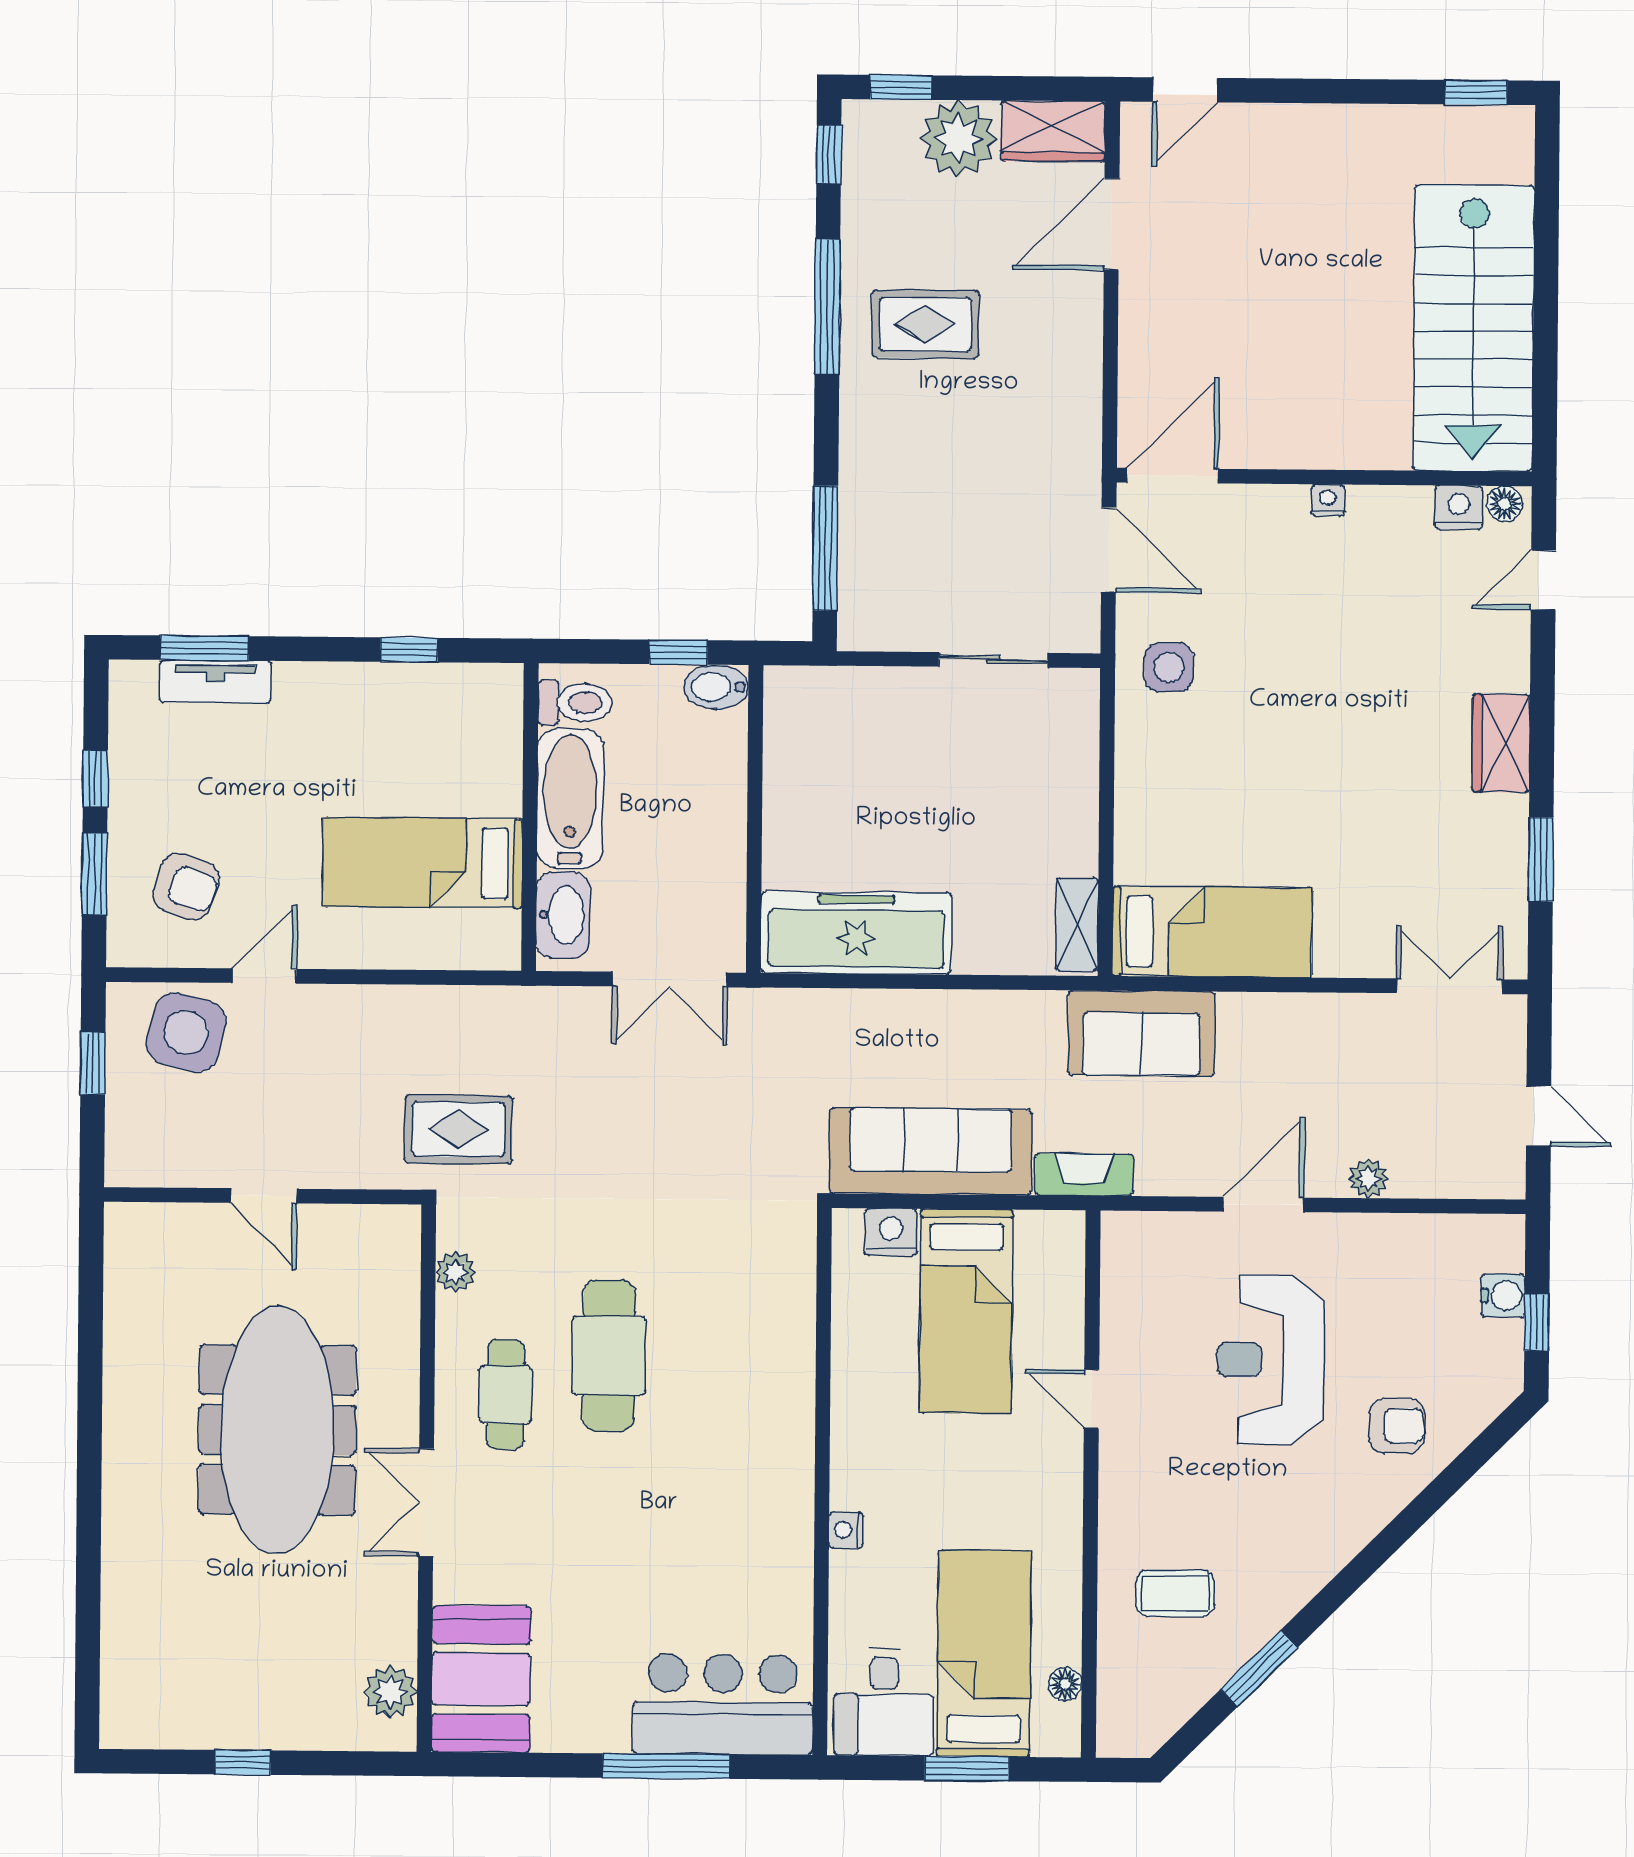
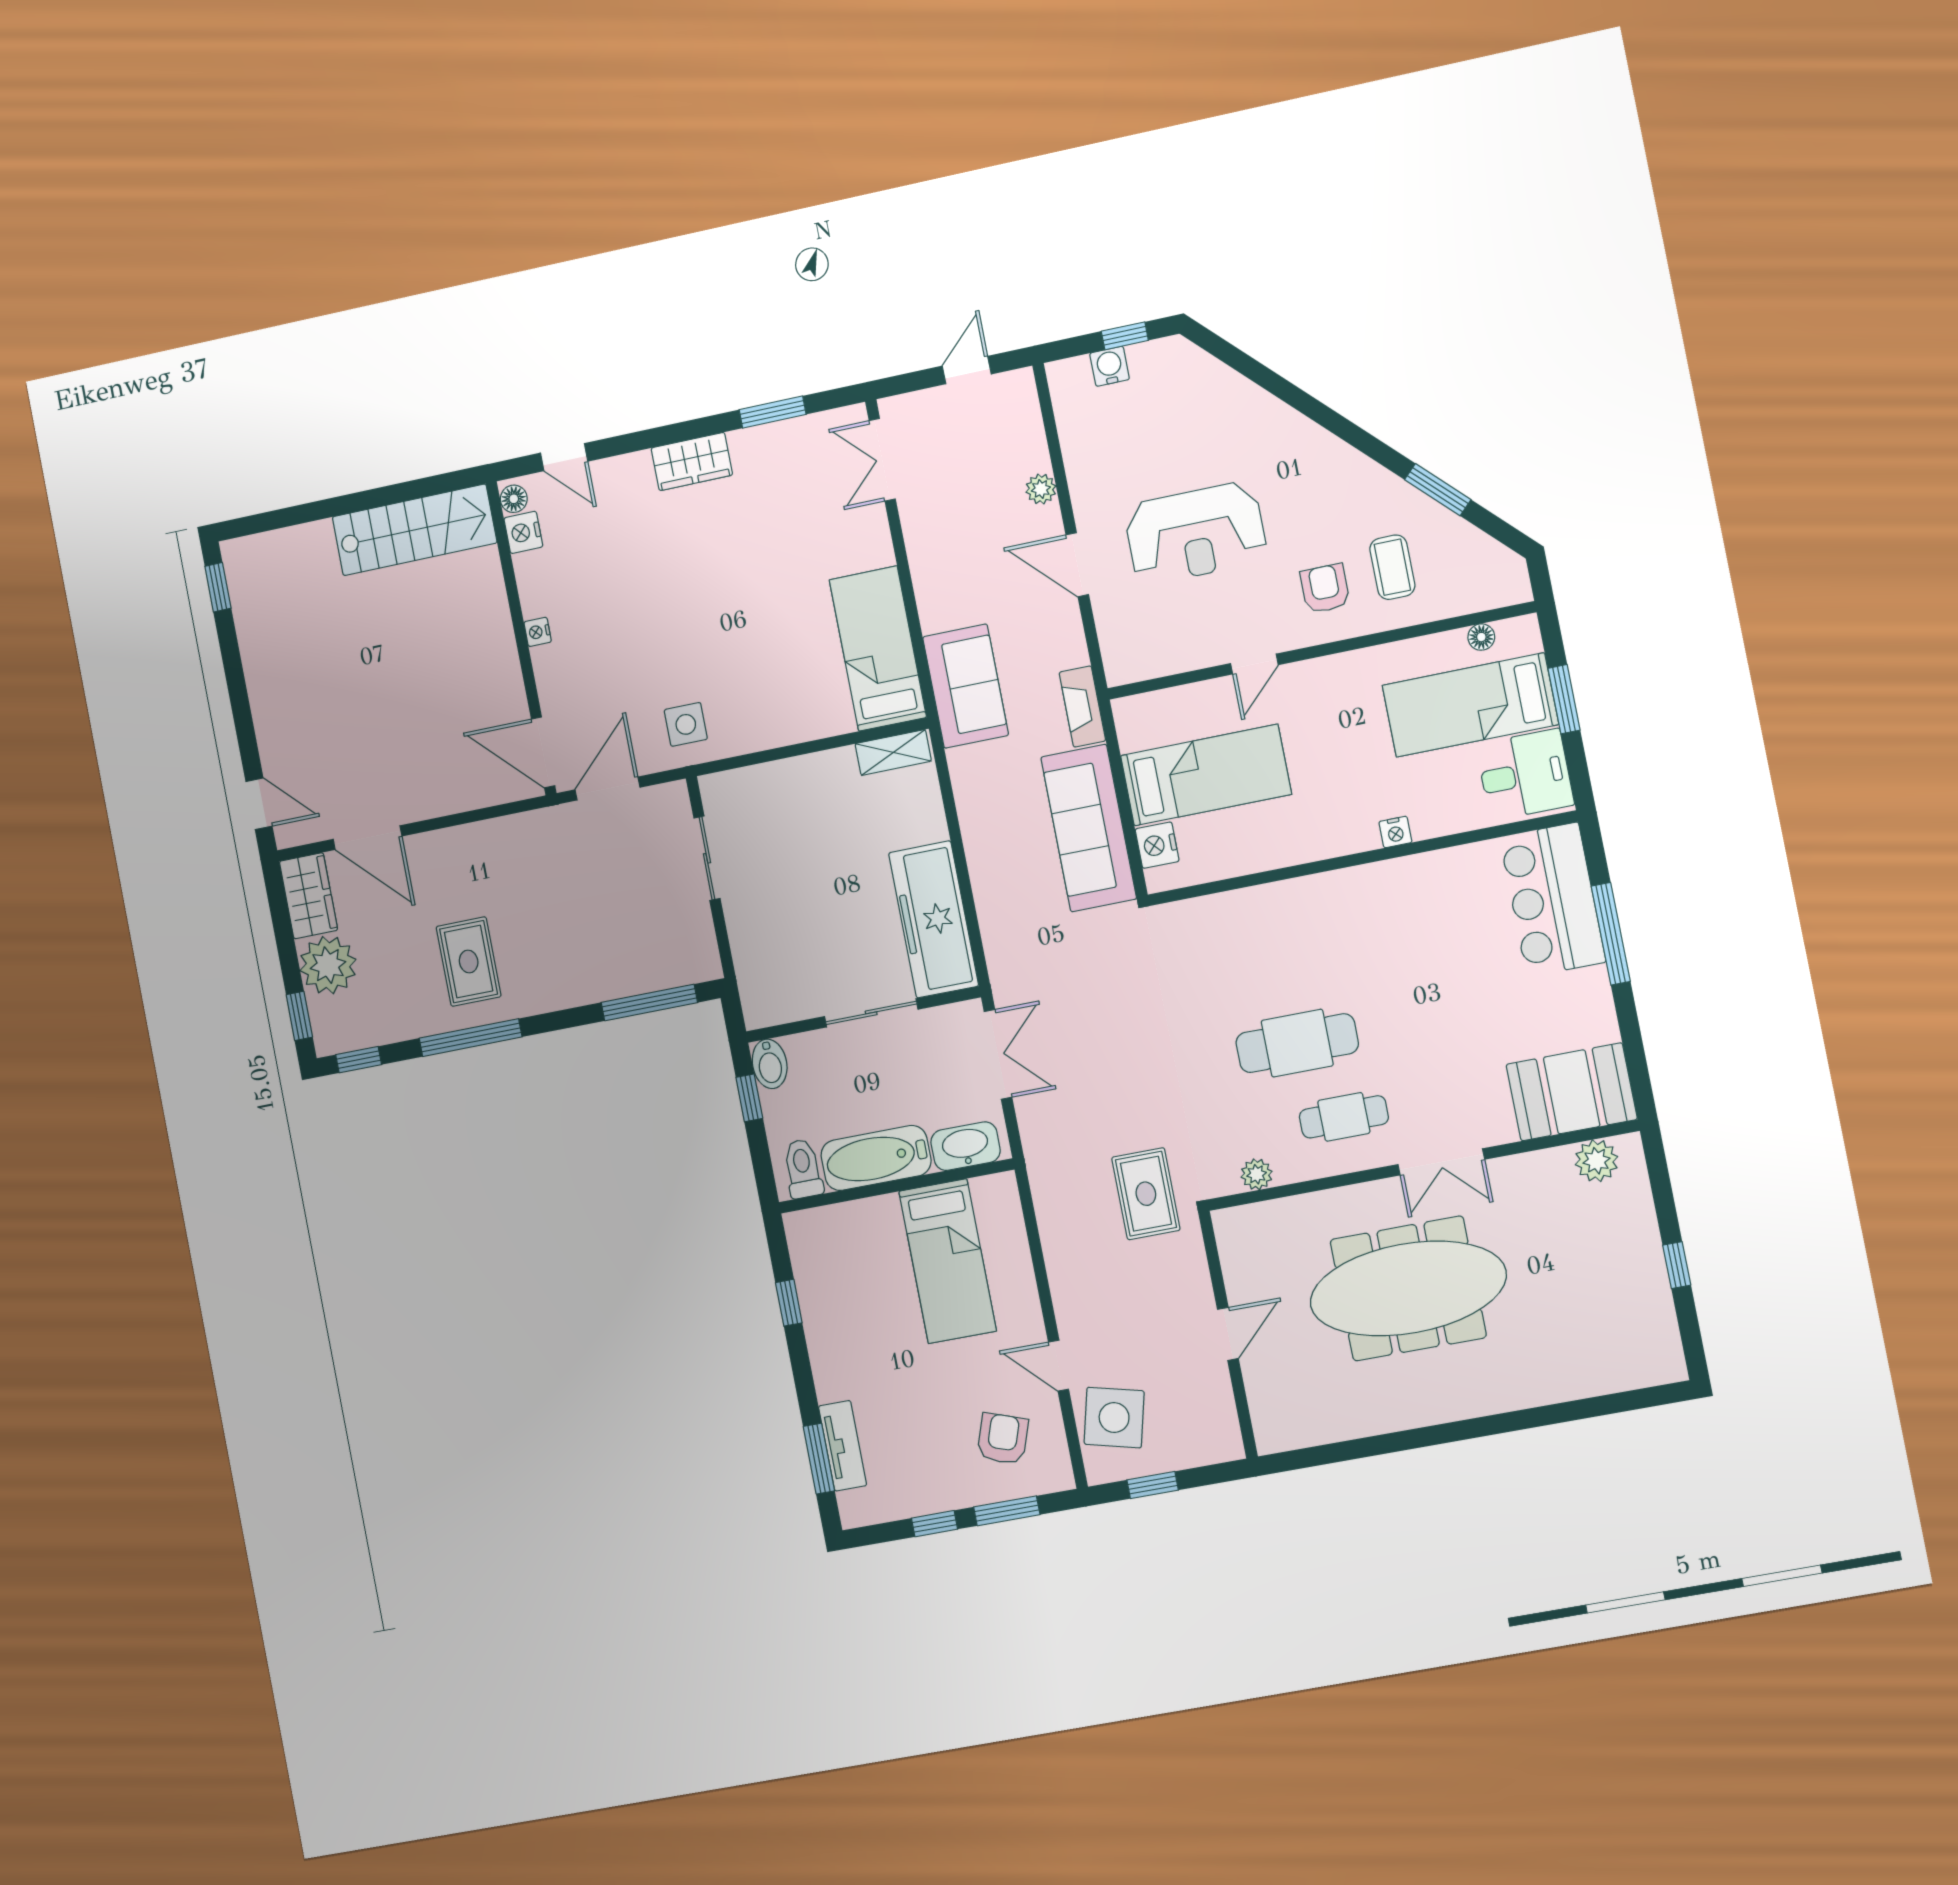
stairs: (1474, 328) -> (414, 530), width x0.73, depth x0.66
sliding door: (754, 830) -> (871, 1013), added
armchair: (1397, 1426) -> (1325, 588), moved

